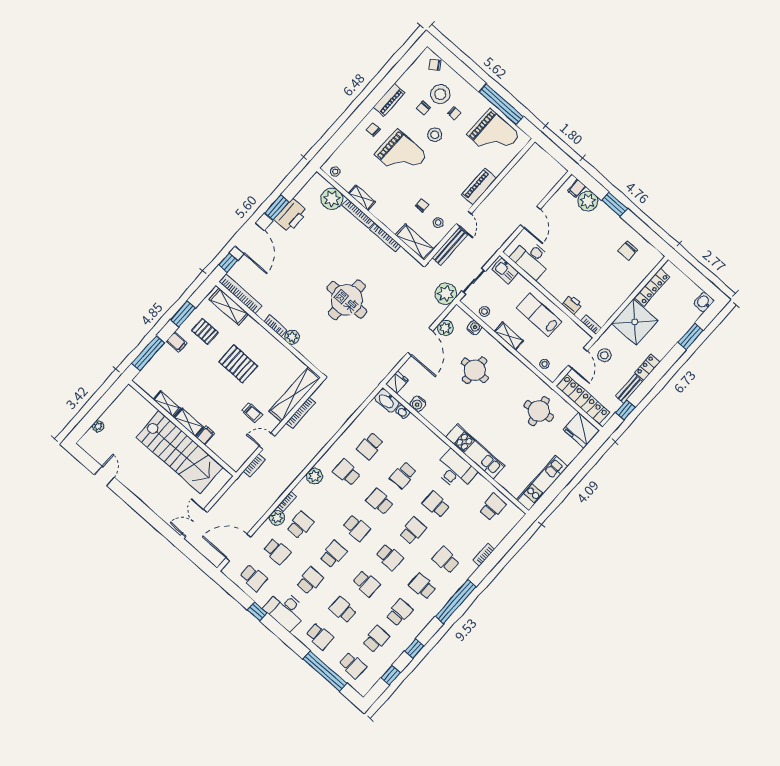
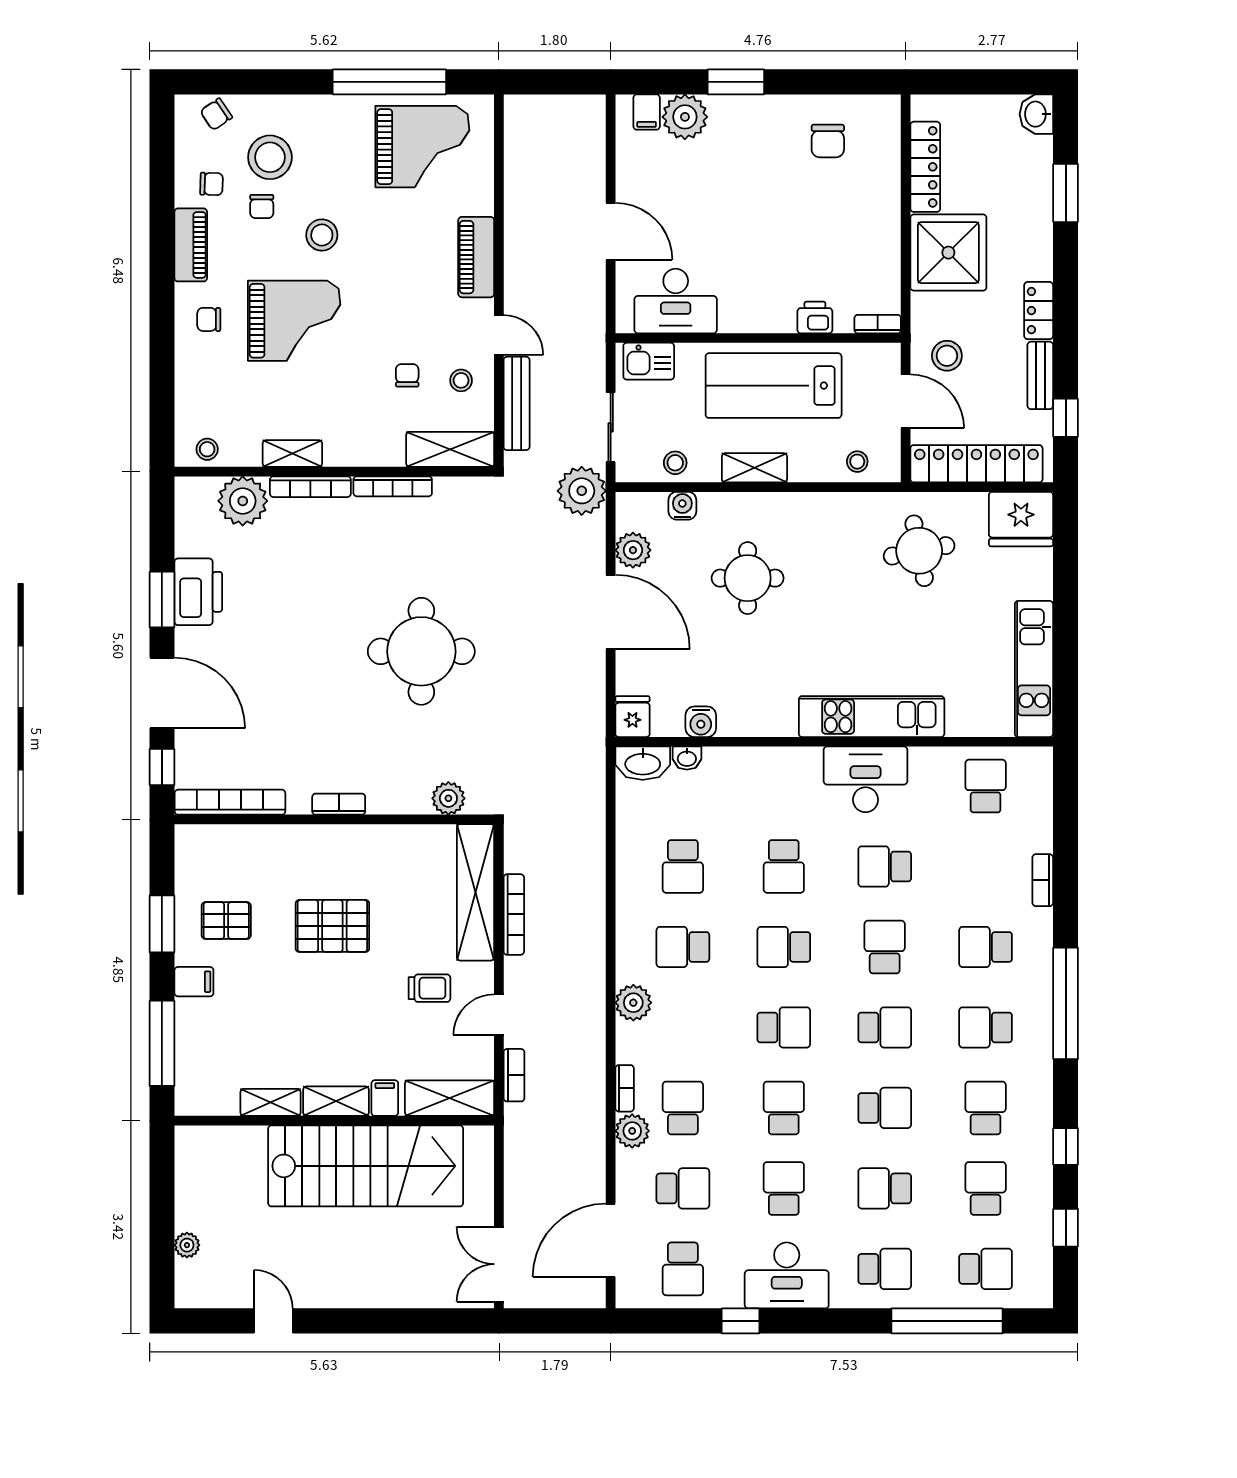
chair: (454, 113) -> (211, 184), moved
shelving: (229, 307) -> (450, 1098), moved
lab bench: (539, 315) -> (774, 386), width x1.36, depth x1.39
plant: (292, 337) -> (448, 798), moved
school desk: (254, 578) -> (683, 1269), turned 90

